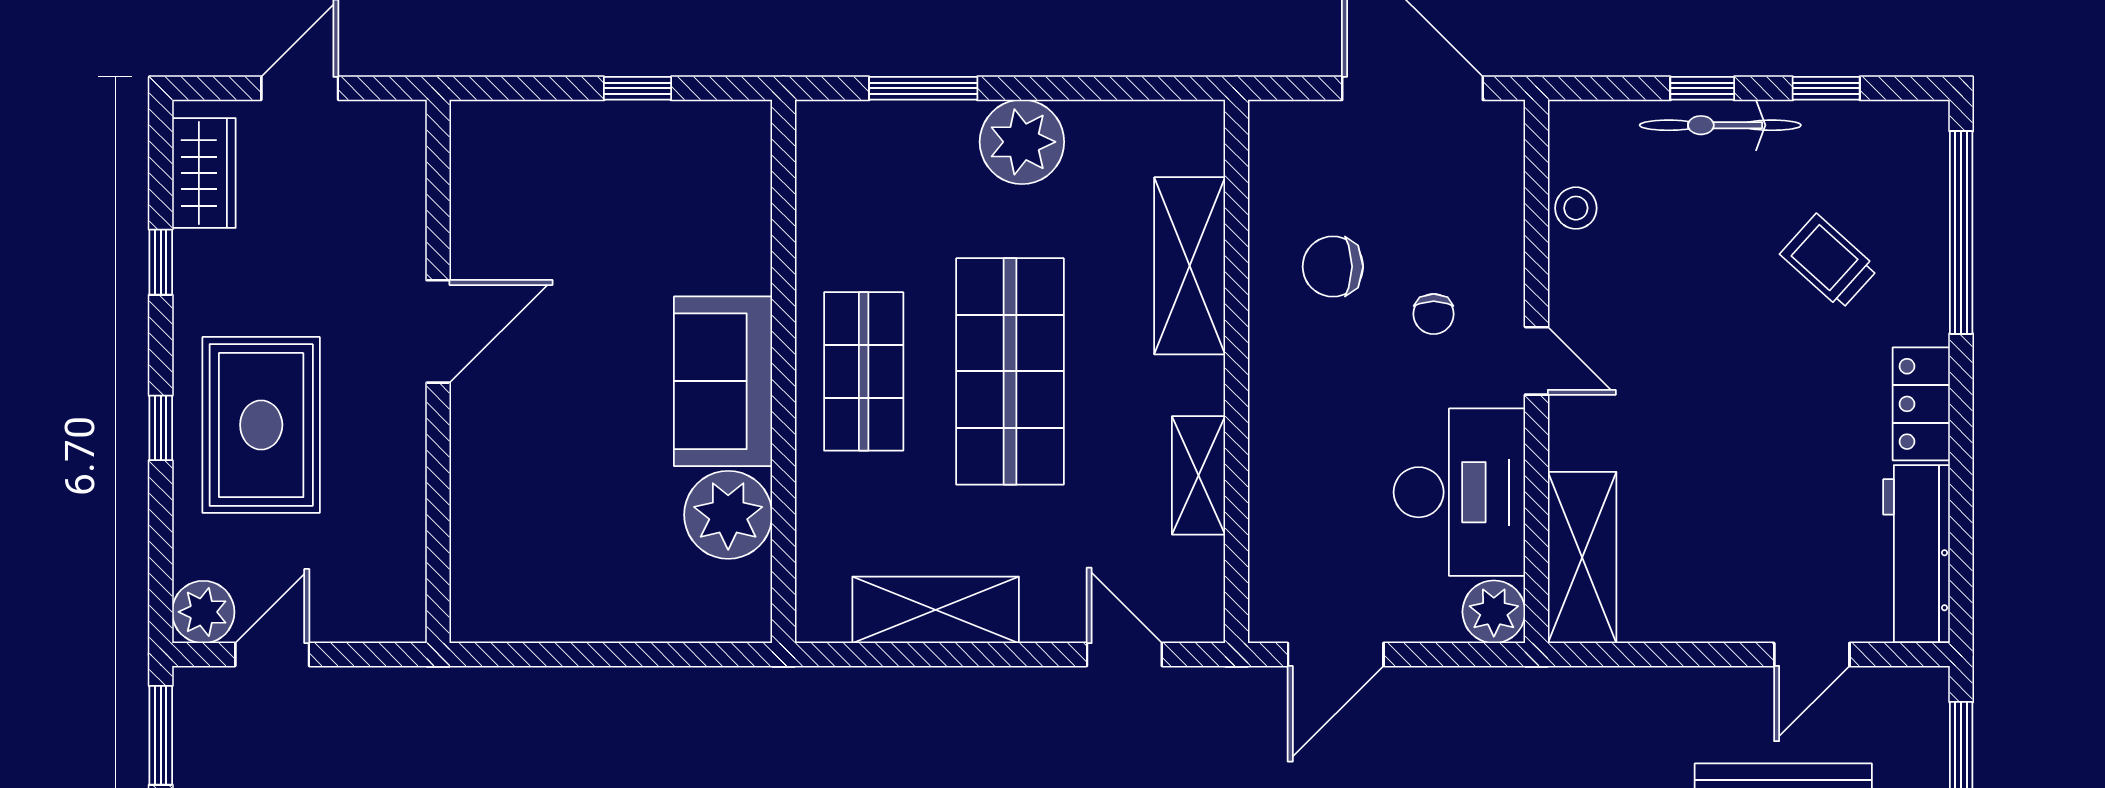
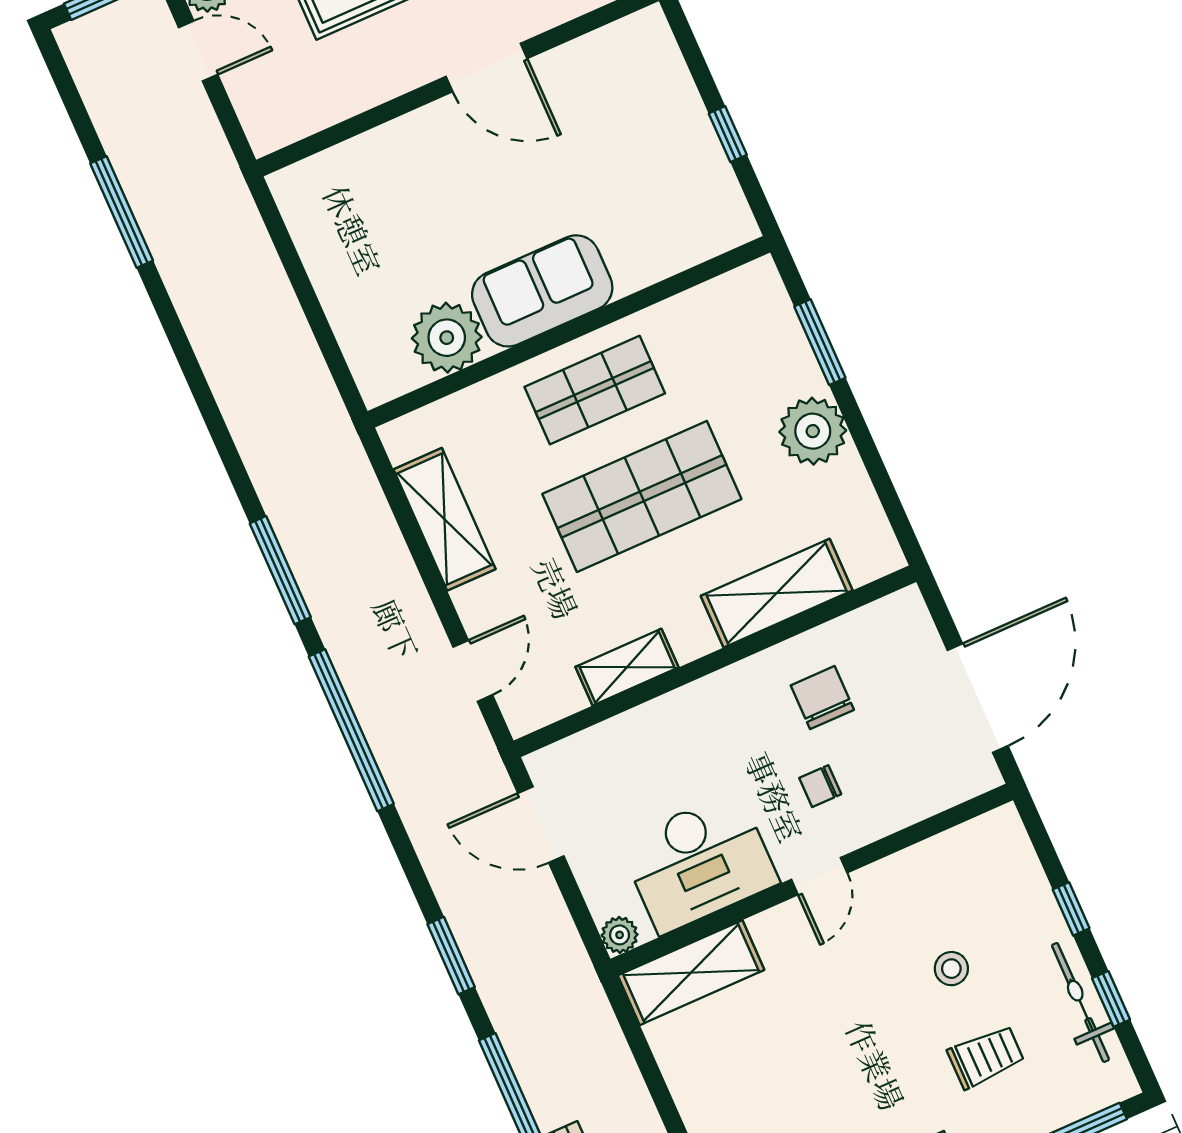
bicycle: (1720, 125) -> (1080, 1002), moved
stool: (1576, 208) -> (951, 969), moved
trolley: (1829, 262) -> (986, 1057), turned 48
plant: (1494, 612) -> (620, 935), width x0.73, depth x0.73

